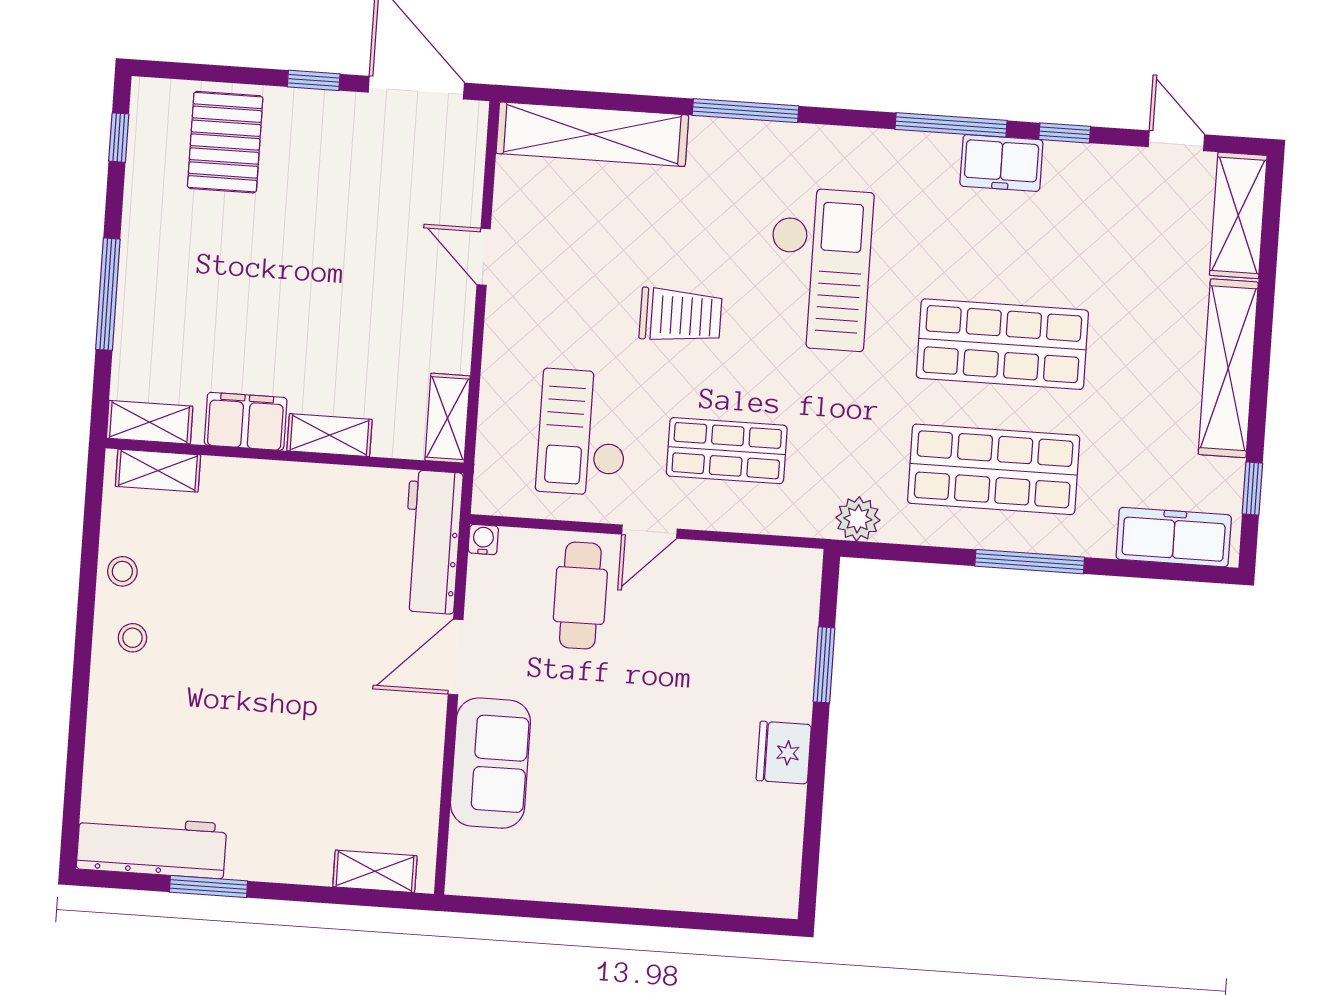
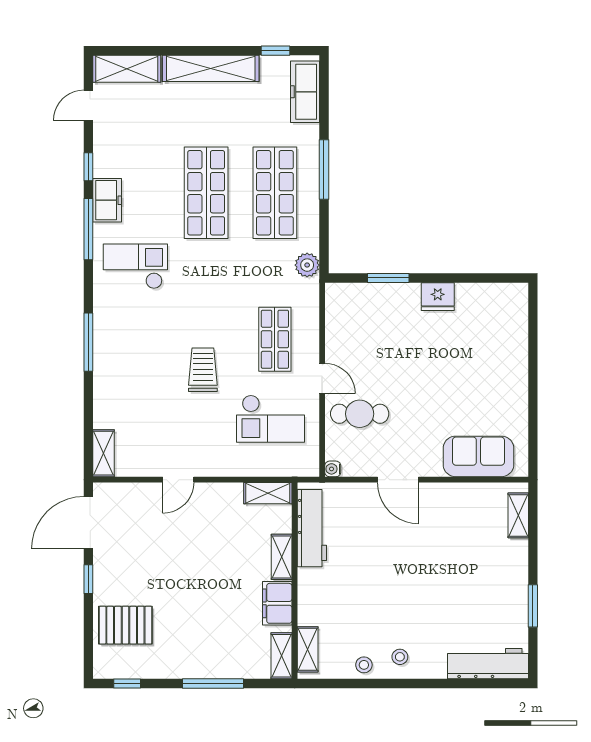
shelving: (592, 134) -> (104, 453), width x0.45, depth x0.75
checkout: (819, 269) -> (135, 266), moved, width x0.73, depth x0.83
workbench: (432, 542) -> (312, 528), moved, turned -90
sofa: (490, 763) -> (478, 456), moved
workbench: (152, 846) -> (488, 664), moved, turned 90

